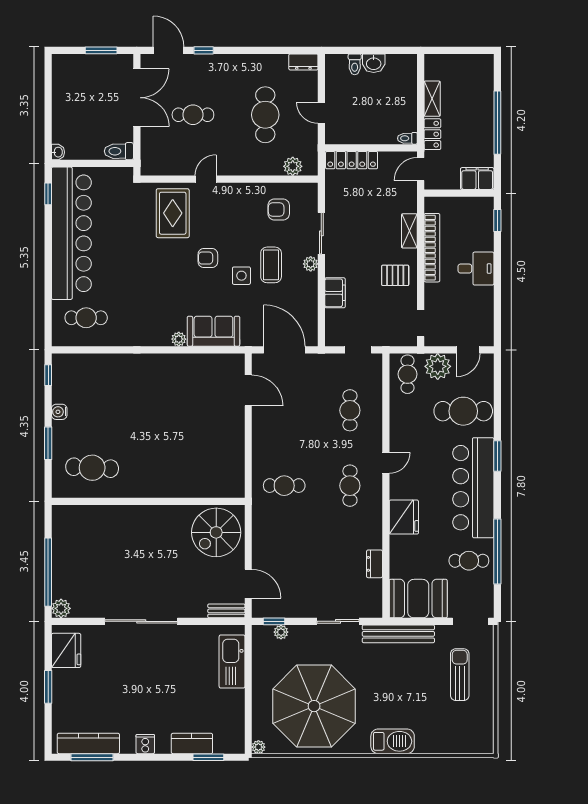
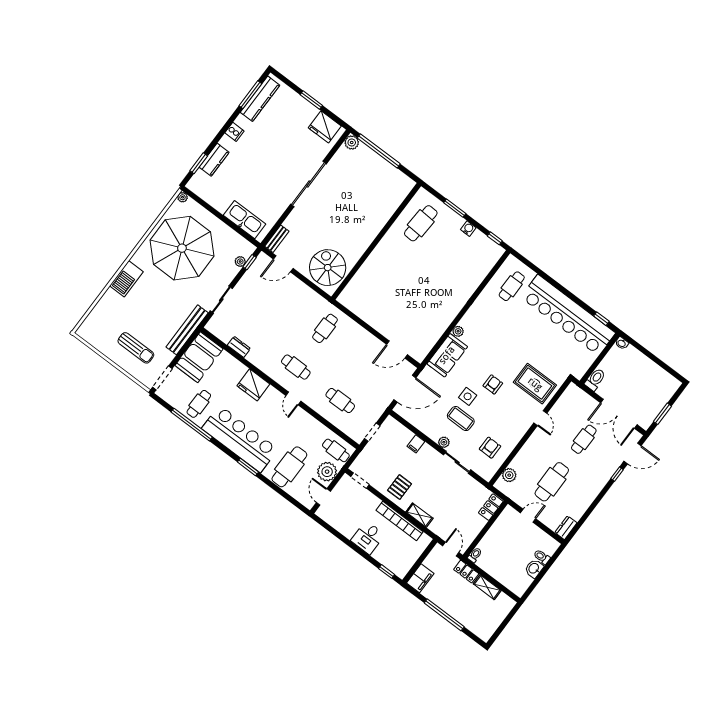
cafe table: (265, 115) -> (552, 482), turned 90
locker: (352, 160) -> (491, 507), width x0.66
filing cabinet: (335, 293) -> (416, 444), width x0.50

